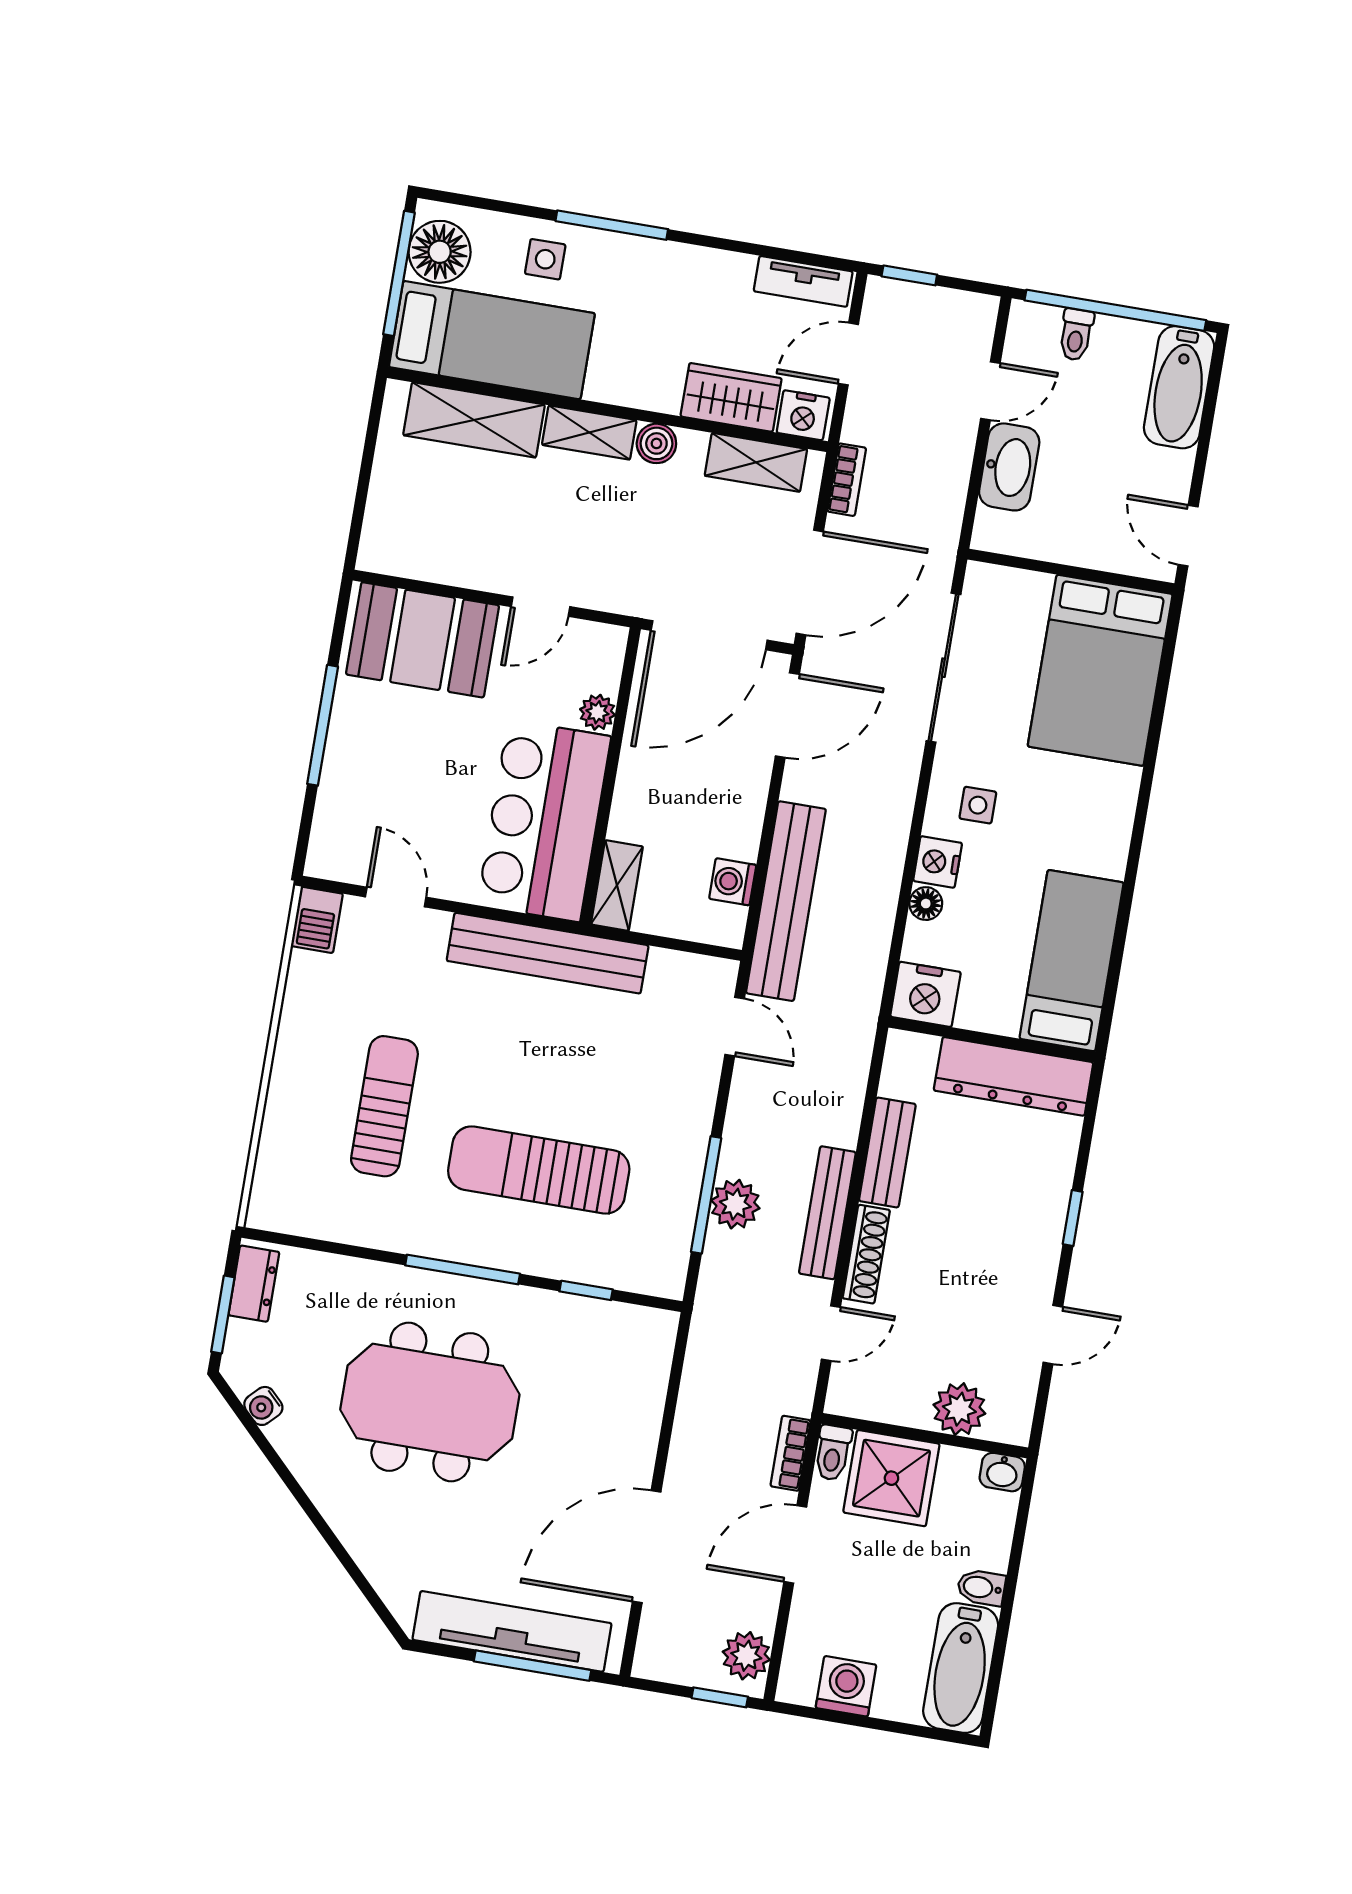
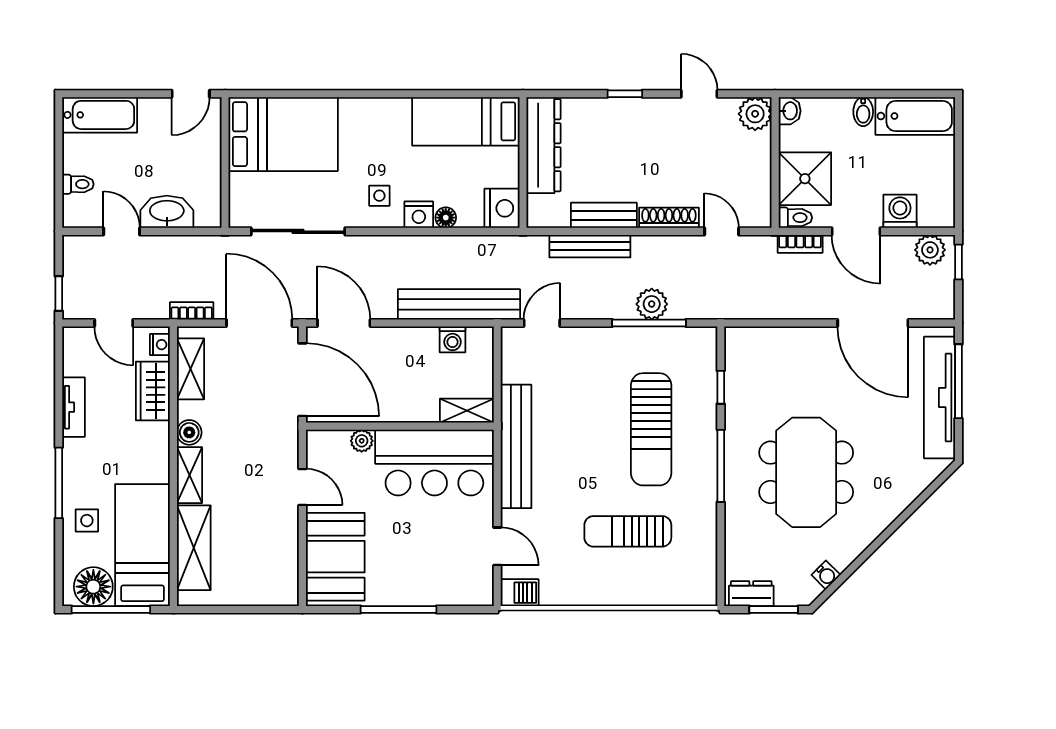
tv unit: (803, 281) -> (74, 407), moved
window: (1115, 310) -> (59, 162), removed
nightstand: (803, 415) -> (160, 345), width x0.72, depth x0.74
door: (396, 897) -> (497, 546), swing flipped
bench: (827, 1213) -> (590, 246), moved
plant: (959, 1409) -> (755, 114), moved
washing machine: (846, 1686) -> (900, 211), moved, turned 90

